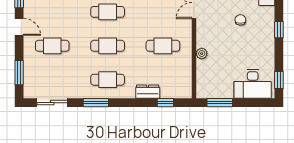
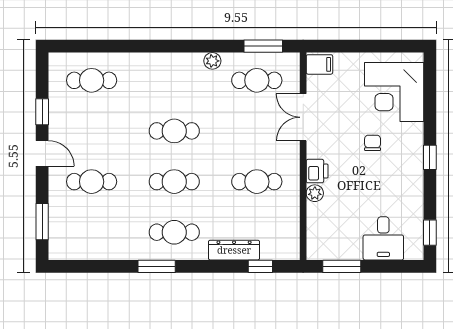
printer: (203, 39) -> (317, 171), added
desk: (253, 84) -> (383, 238), width x0.73
dresser: (148, 92) -> (234, 250), width x1.44
sliding door: (52, 103) -> (92, 266), removed

